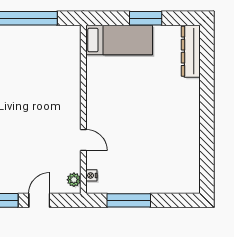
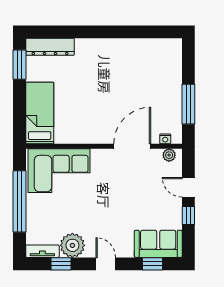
window: (146, 18) -> (19, 65), moved
corner sofa: (57, 61) -> (59, 171), added
door: (83, 140) -> (132, 146), width x1.88

